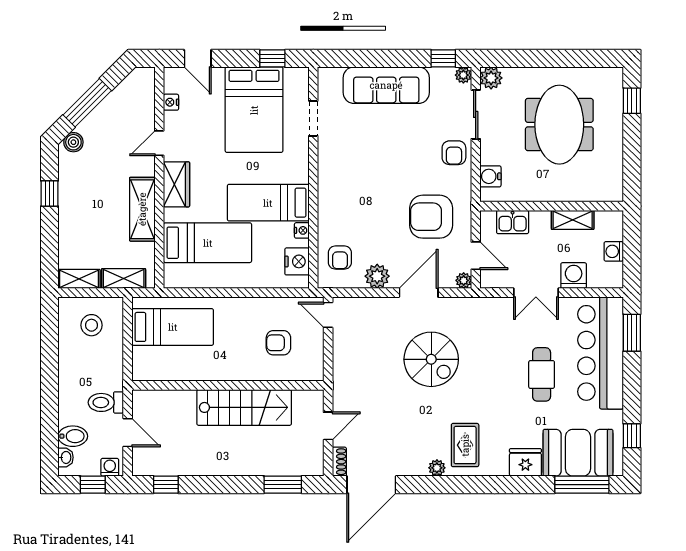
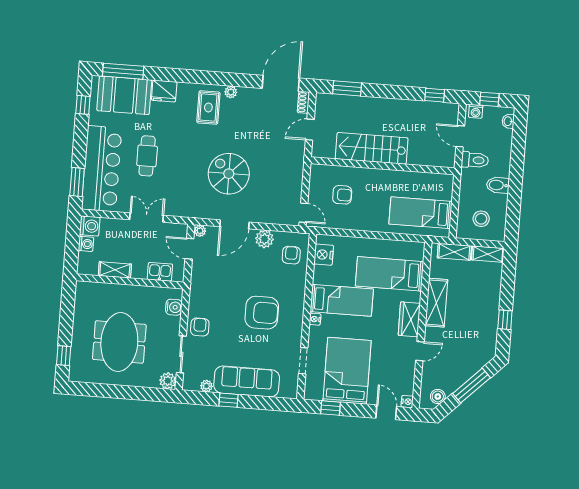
window: (443, 58) -> (229, 400), moved
plant: (463, 75) -> (206, 386), moved
nightstand: (171, 102) -> (407, 402), moved
boiler: (73, 142) -> (438, 396), moved
armchair: (431, 217) -> (262, 313), moved
nightstand: (302, 230) -> (315, 319), moved
washing machine: (574, 276) -> (90, 226), moved, turned -90
bidet: (73, 436) -> (498, 185), moved

